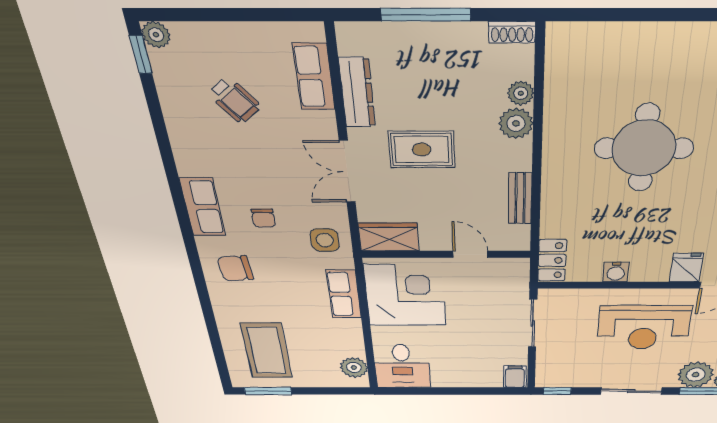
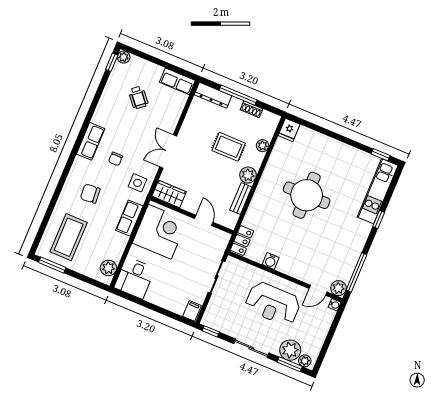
shoe rack: (512, 32) -> (251, 109), moved
row of seats: (314, 77) -> (177, 81), moved, turned -90
dresser: (357, 93) -> (213, 95), moved, turned 90
plant: (516, 123) -> (248, 175), moved
rug: (422, 150) -> (229, 147), moved
chair: (235, 268) -> (90, 194), moved
fridge: (686, 268) -> (289, 130), moved, turned 180

